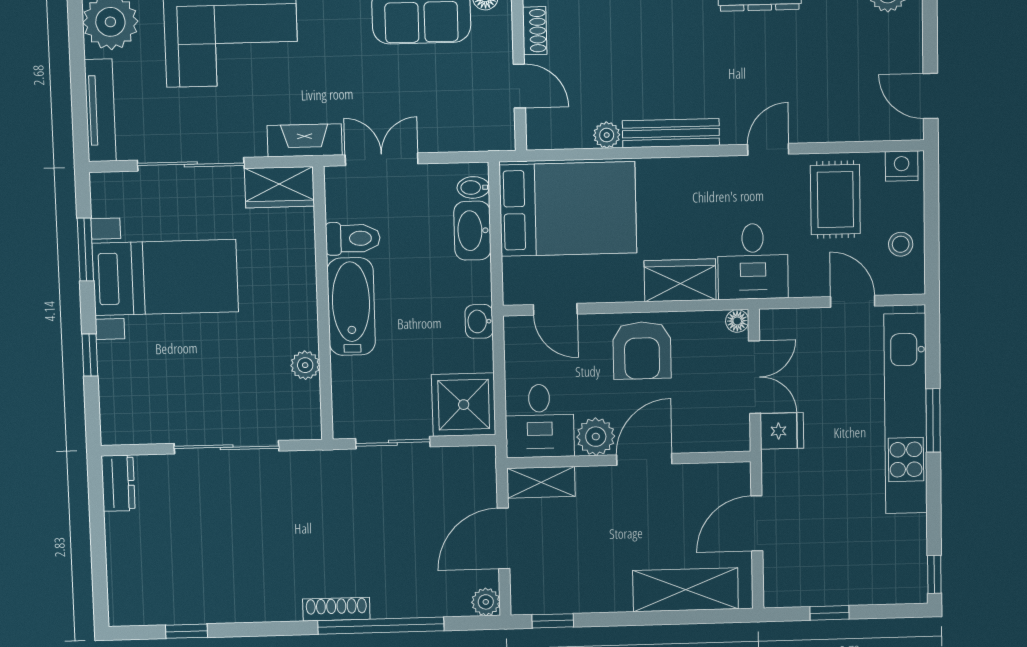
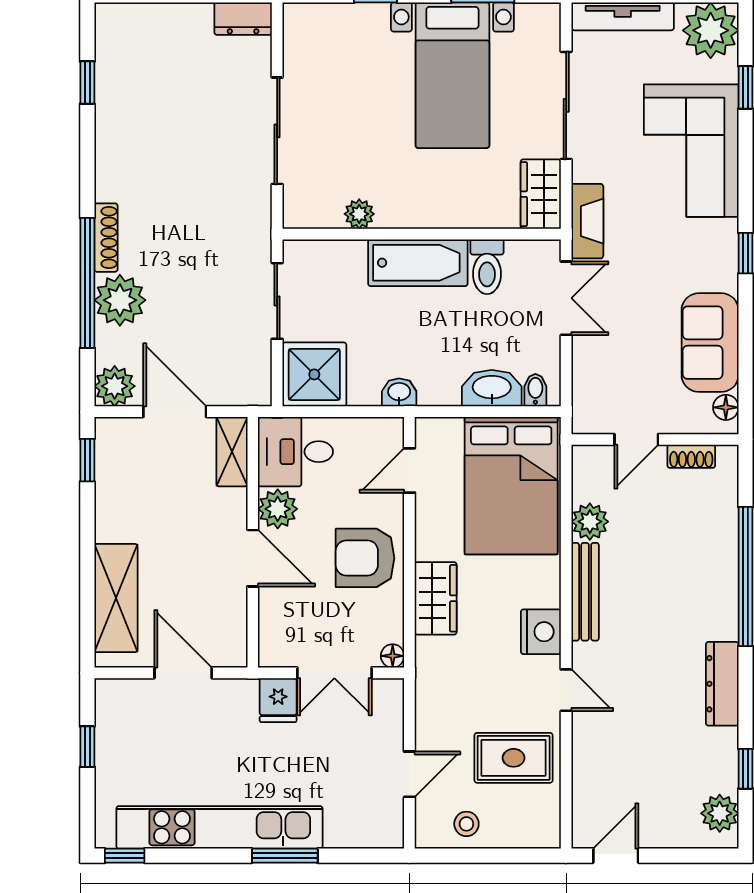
plant: (607, 135) -> (590, 522), width x1.38, depth x1.38
nightstand: (902, 166) -> (541, 632), moved, width x1.36, depth x1.33
desk: (753, 261) -> (453, 673), removed
kitchen unit: (906, 414) -> (219, 827), moved
plant: (397, 594) -> (120, 300), added
plant: (486, 602) -> (115, 386), width x1.38, depth x1.38

